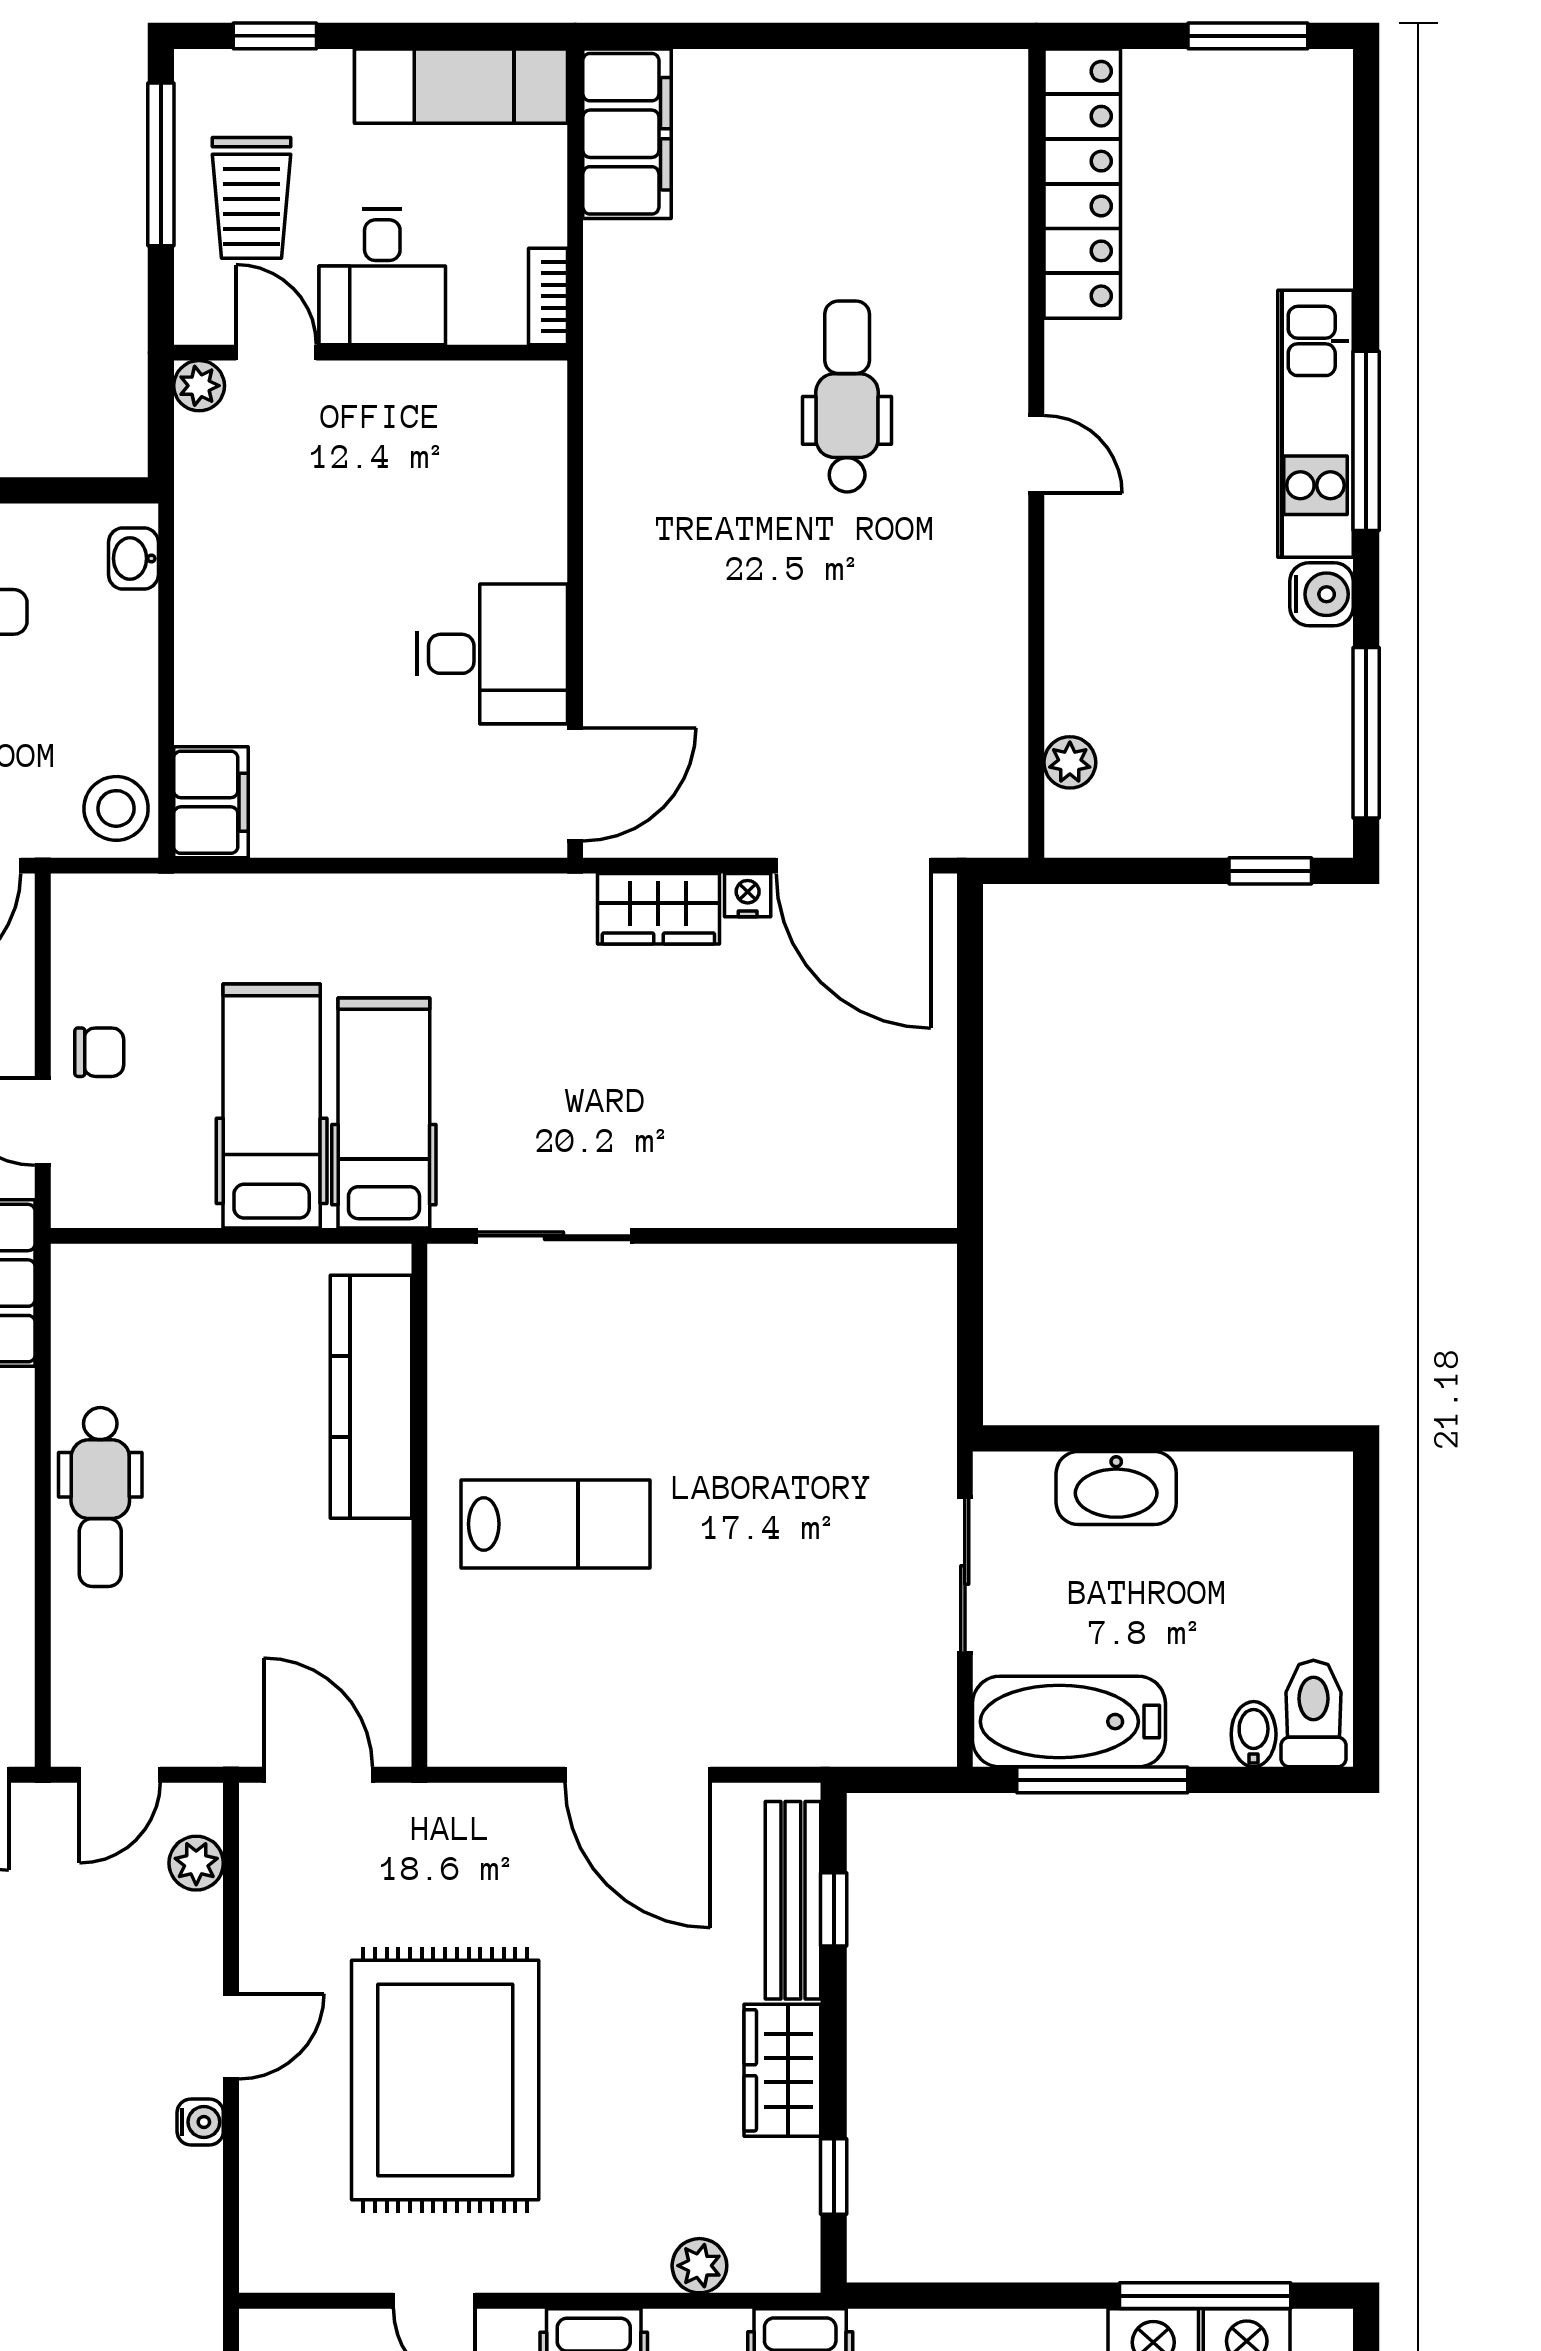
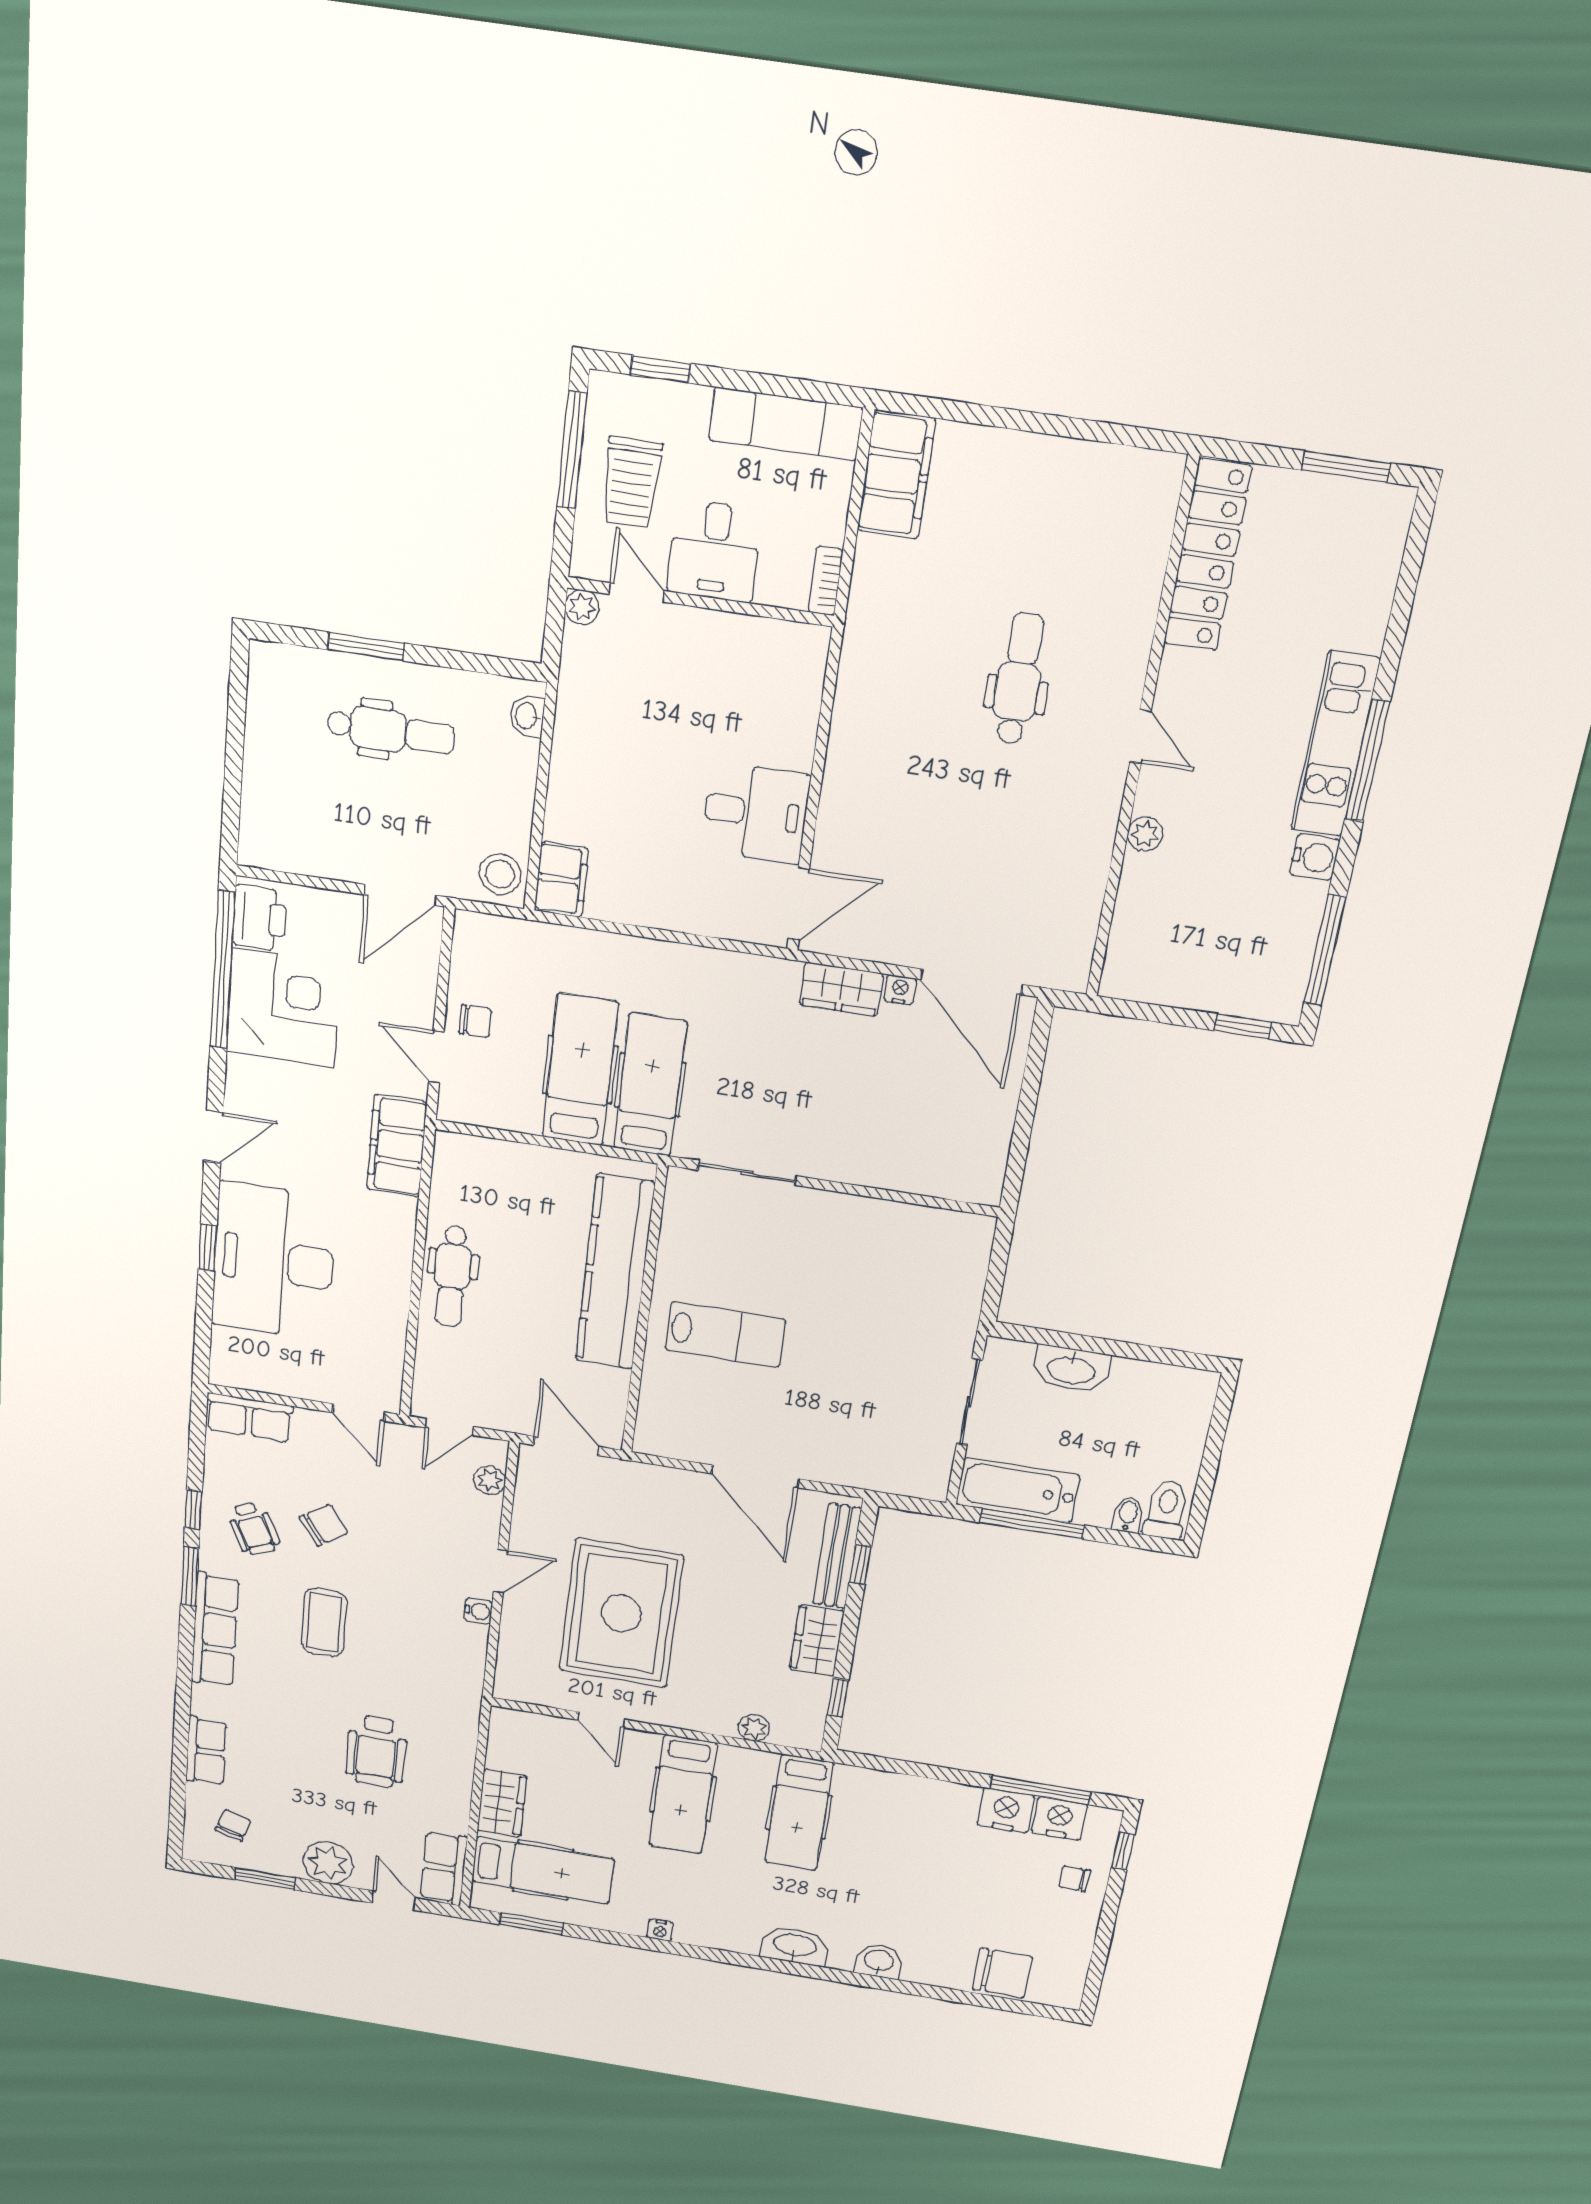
plant: (1070, 762) -> (1145, 834), moved
kitchen counter: (371, 1397) -> (615, 1272), width x1.39, depth x1.17

